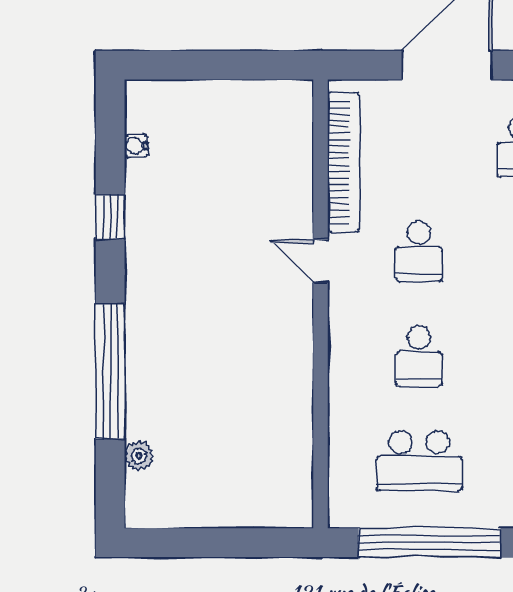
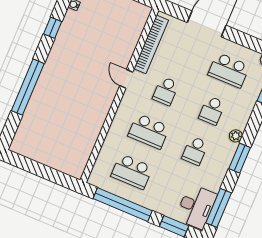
school desk: (419, 356) -> (149, 131), width x1.85
plant: (139, 456) -> (25, 124), removed

